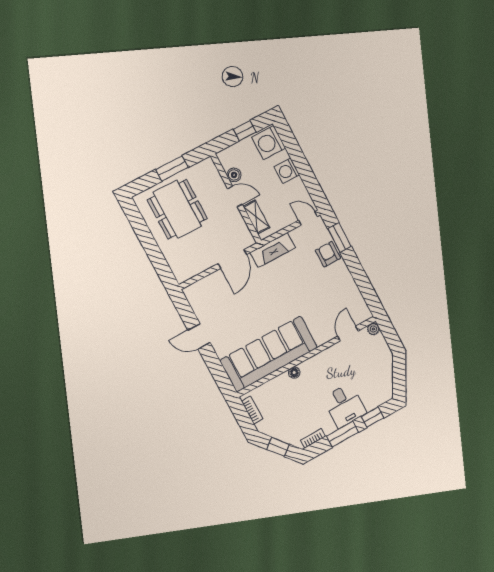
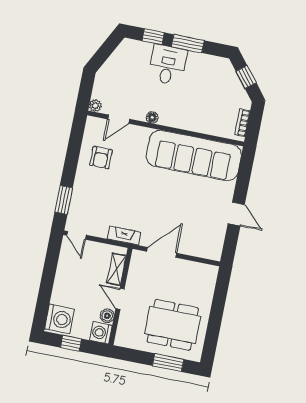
window: (172, 168) -> (168, 363), moved
washing machine: (287, 171) -> (101, 333), moved, turned 180
dining table: (177, 209) -> (173, 325), turned 90
fireplace: (273, 250) -> (124, 235), width x0.73, depth x0.76
armchair: (328, 254) -> (101, 158), moved
floor lamp: (294, 373) -> (152, 117), moved
bookcase: (313, 438) -> (214, 60), removed

